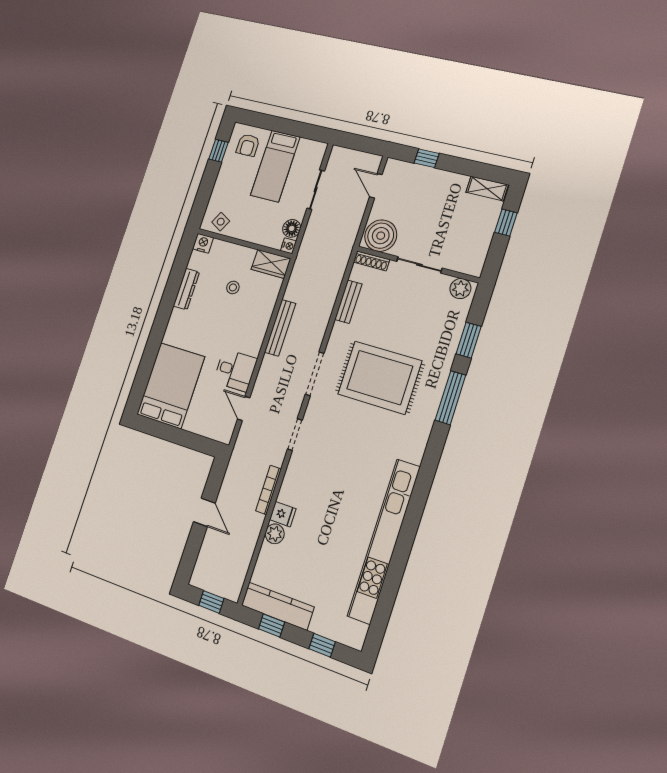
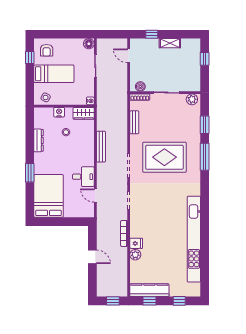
bed: (275, 166) -> (54, 74), moved, turned -90
shelving: (487, 189) -> (170, 43), moved
floor lamp: (292, 228) -> (89, 44), moved
boiler: (381, 236) -> (140, 86), width x0.54, depth x0.54
nightstand: (203, 243) -> (59, 112), moved
window: (156, 338) -> (30, 173), added

